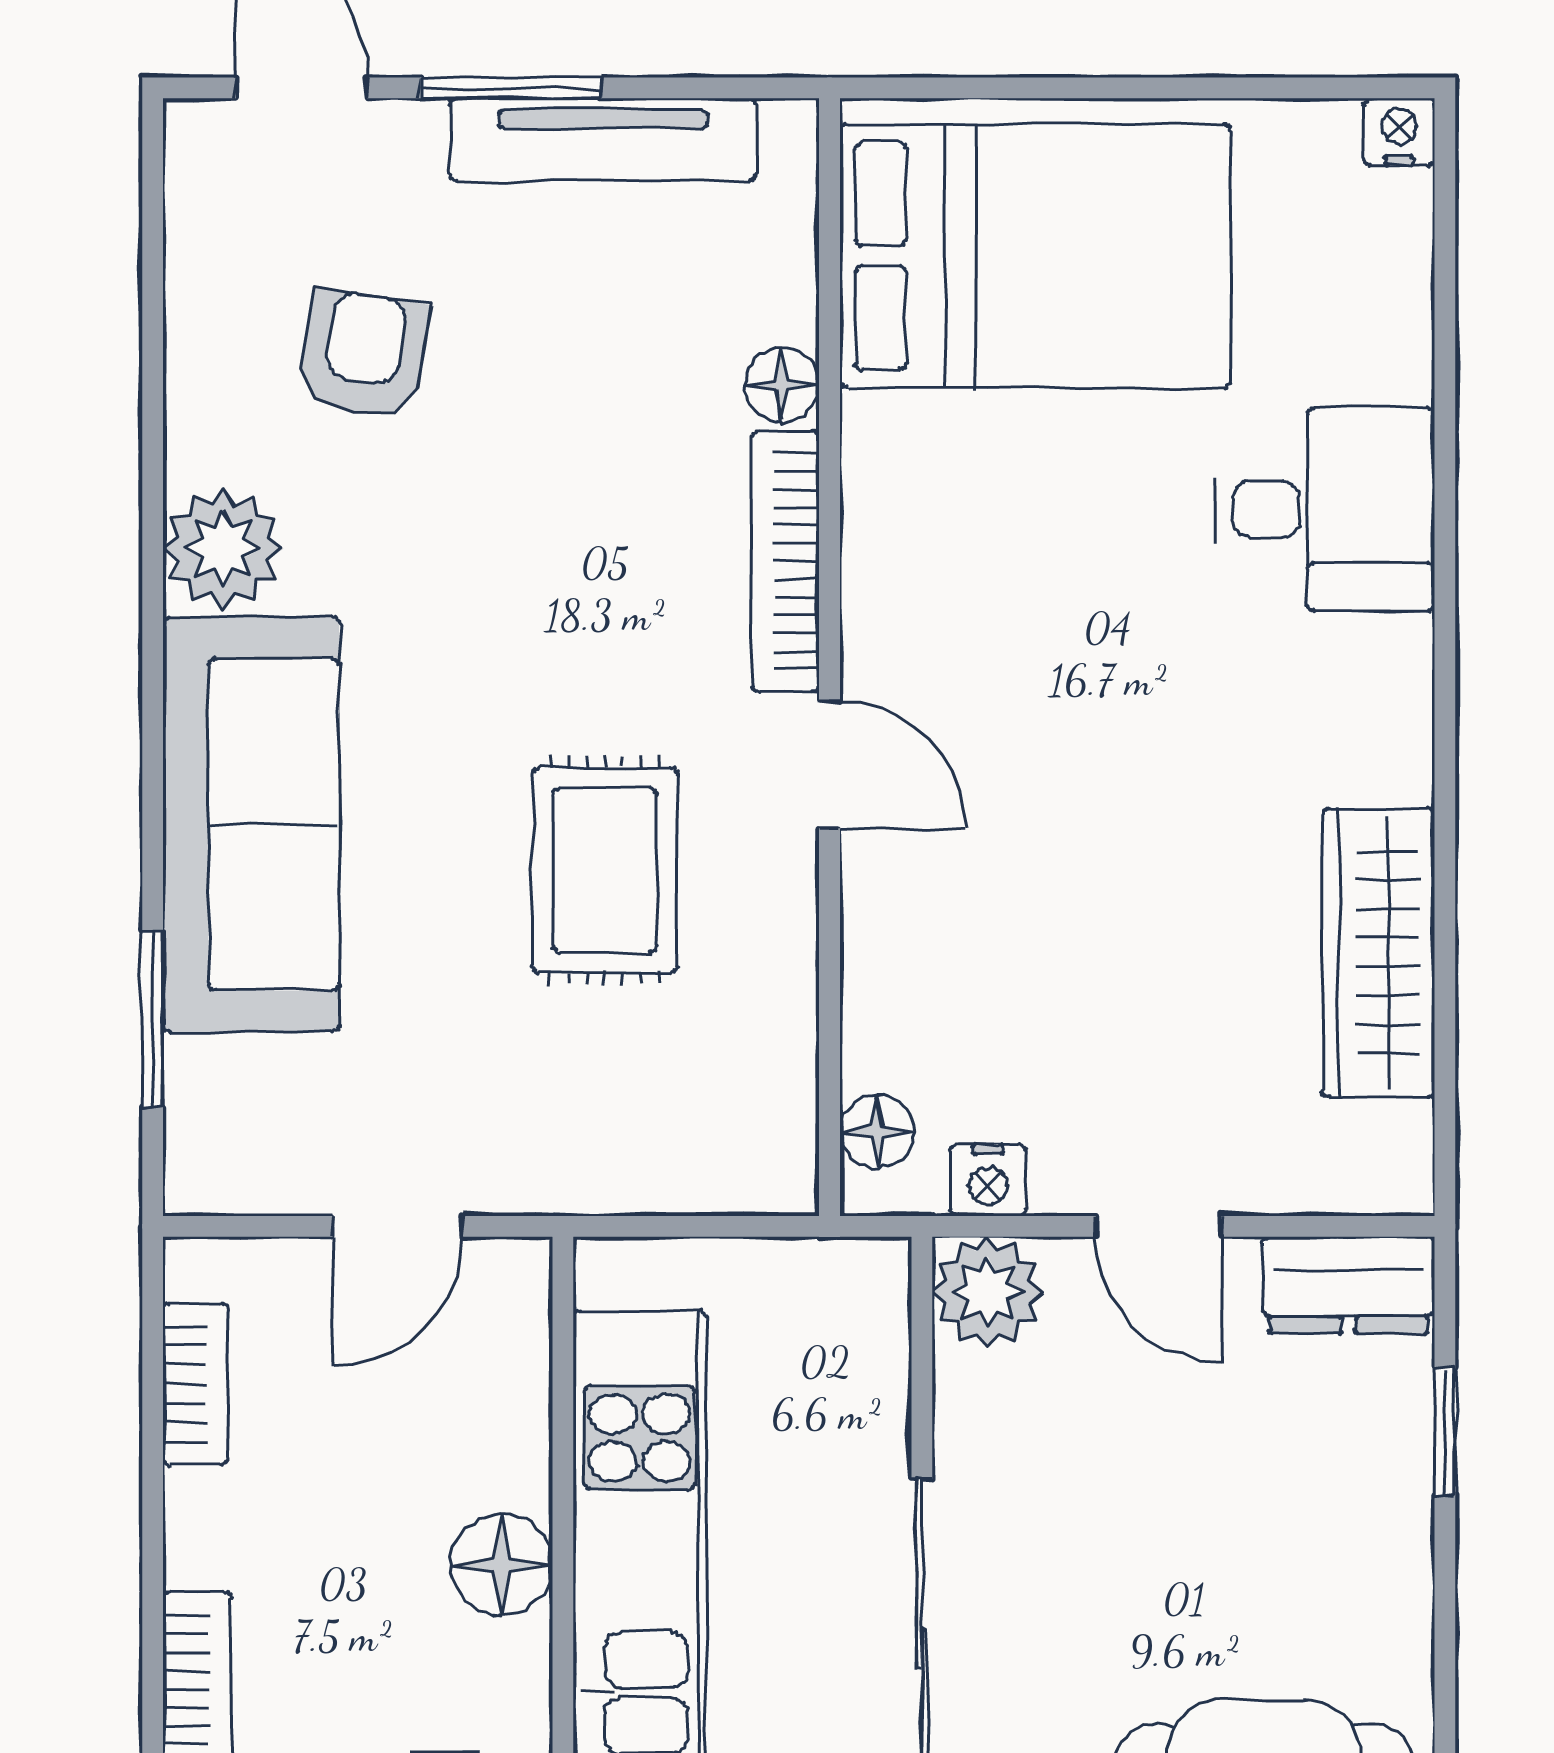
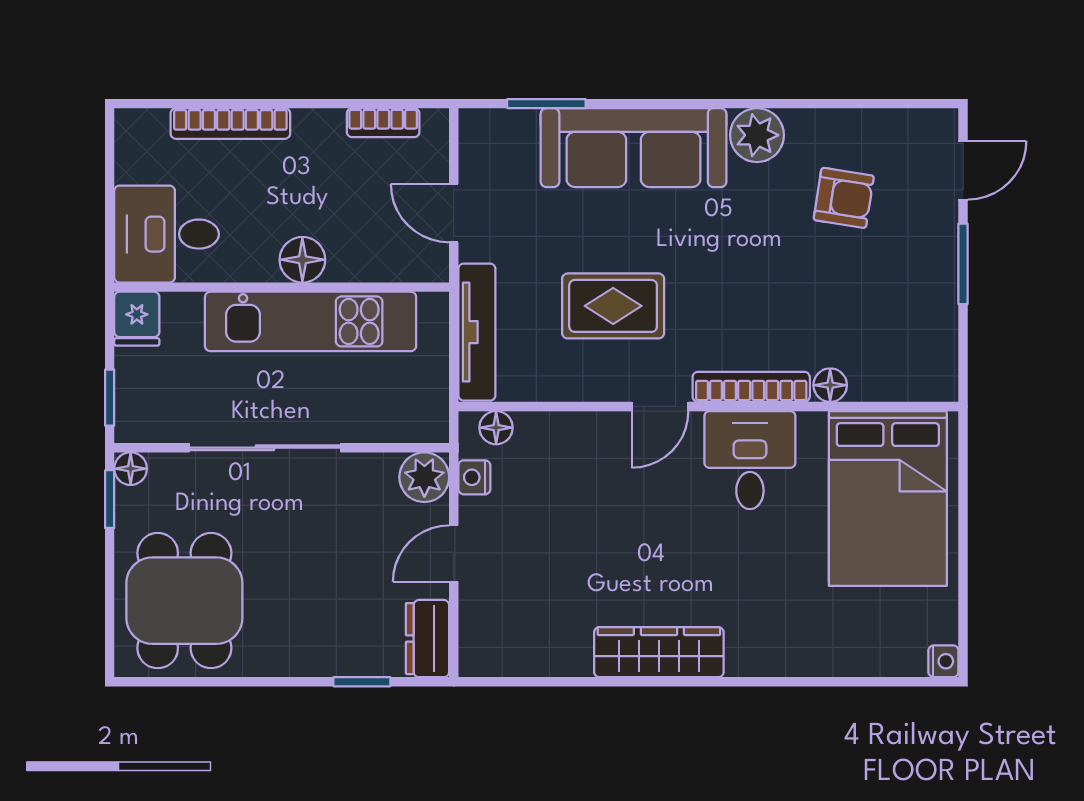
tv unit: (603, 140) -> (477, 332), moved, turned 180
desk: (1325, 509) -> (750, 460), moved, turned 180
wardrobe: (1379, 953) -> (659, 652), moved

